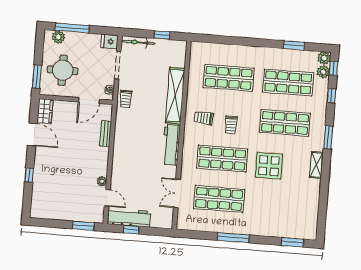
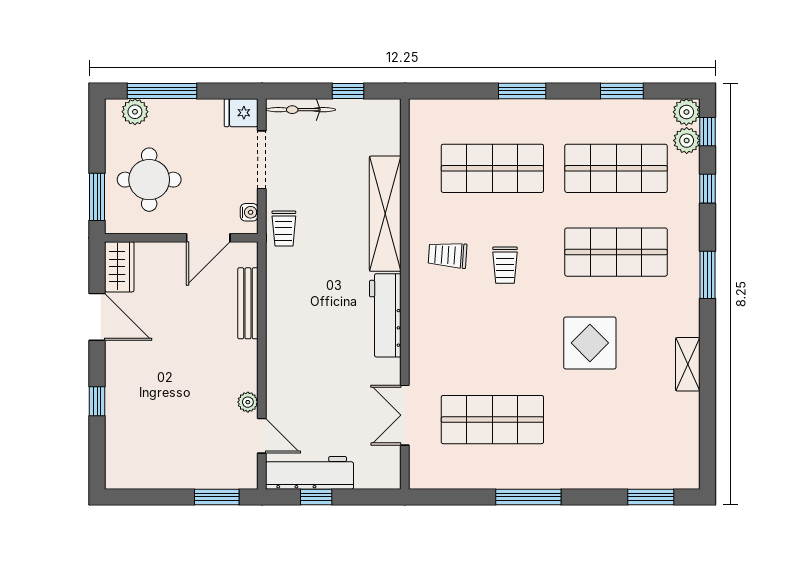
window: (246, 42) -> (522, 91), added
bench: (106, 134) -> (248, 303), width x1.36
shop shelf: (222, 159) -> (492, 336), removed
shelving: (316, 165) -> (688, 364), moved

